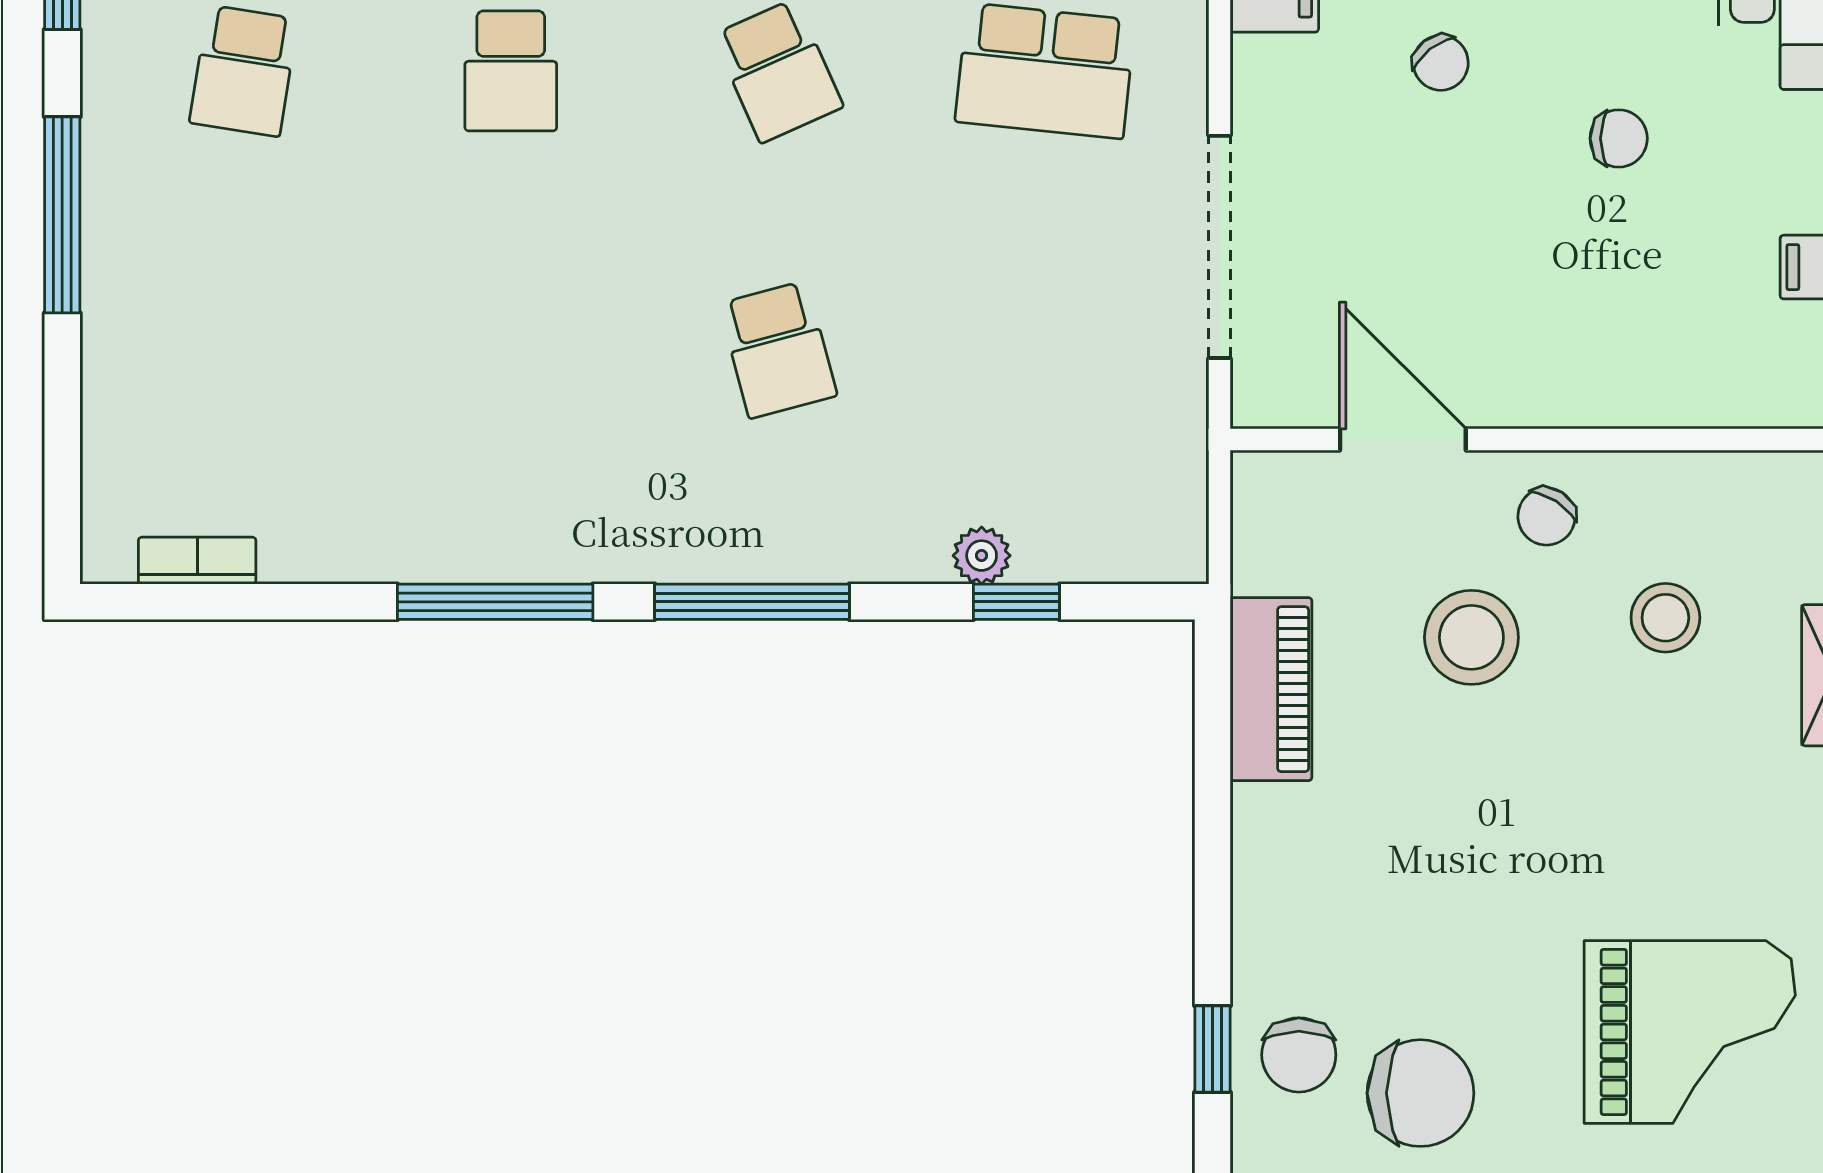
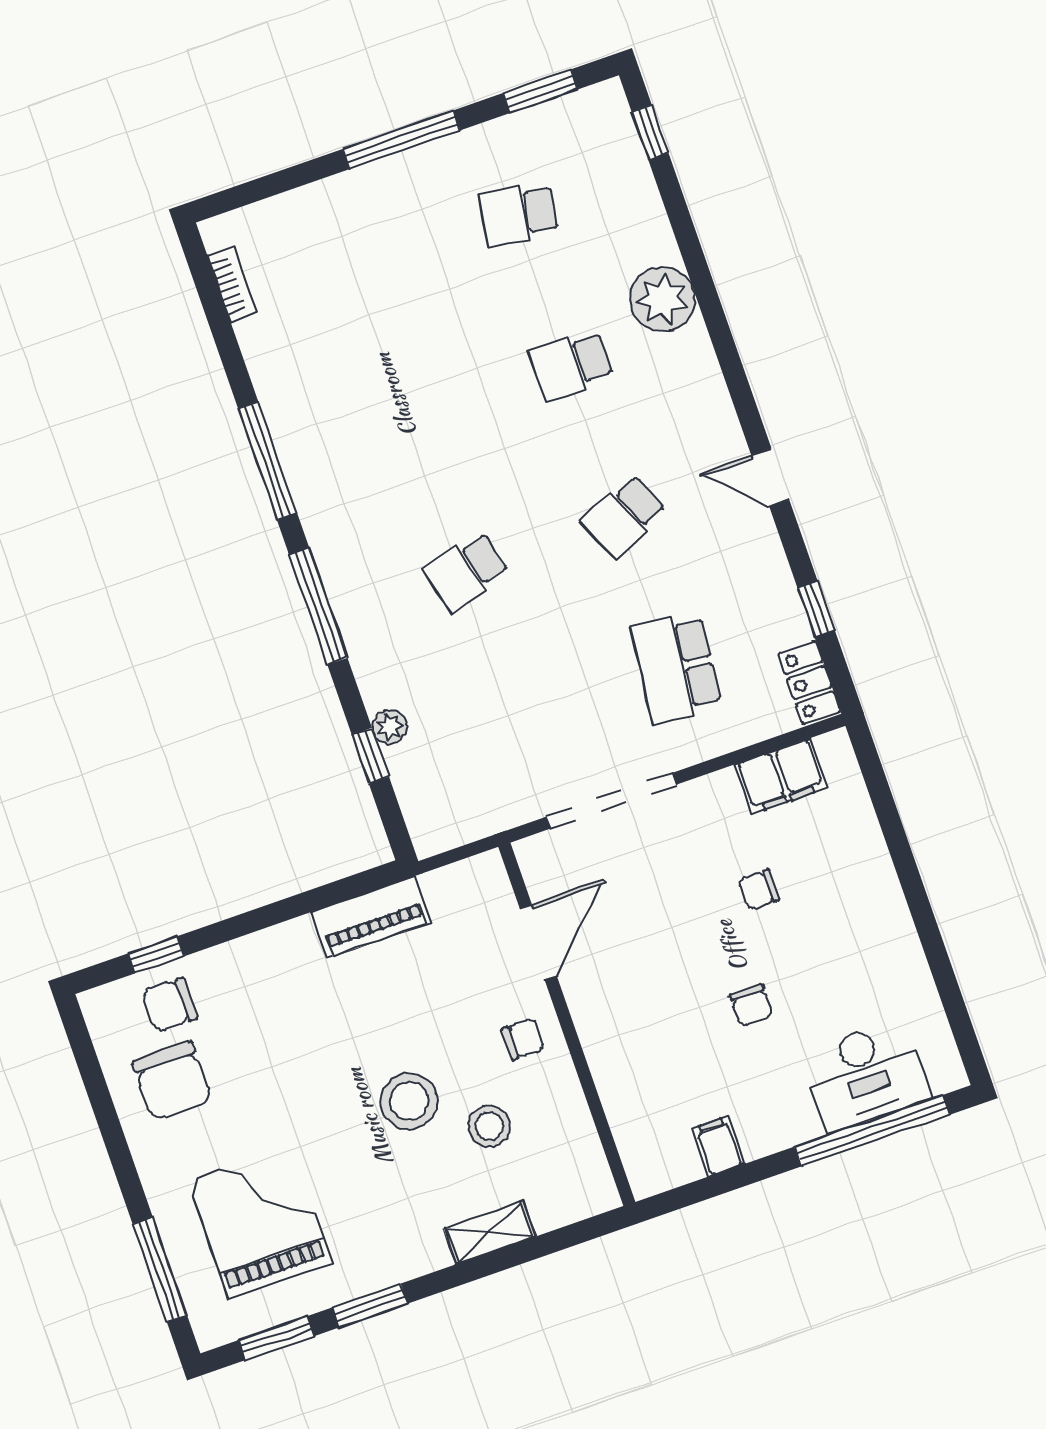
chair: (1441, 63) -> (759, 890), turned 38
chair: (1547, 516) -> (523, 1039), turned 147
stool: (1471, 637) -> (409, 1101), moved
grand piano: (1690, 1032) -> (260, 1222), turned 180

